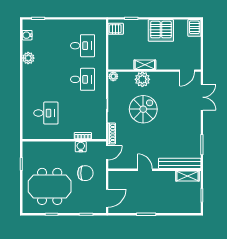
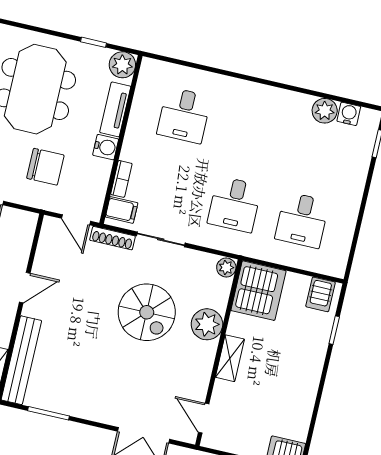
server rack: (161, 30) -> (258, 291), moved, turned 180
plant: (28, 58) -> (325, 111), moved
shelving: (145, 65) -> (230, 358), moved
filing cabinet: (98, 132) -> (122, 210), added
tv unit: (51, 146) -> (115, 109), added
water cooler: (81, 147) -> (106, 147), moved
plant: (29, 148) -> (122, 65), added
chair: (85, 173) -> (45, 167), turned -90

